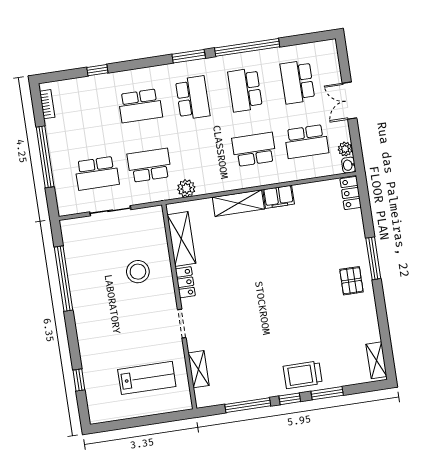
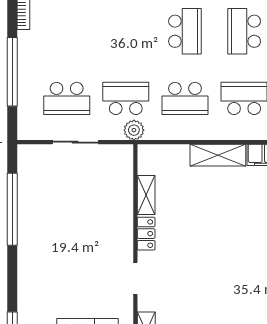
school desk: (140, 106) -> (185, 98), moved
plant: (186, 188) -> (134, 130), moved
shelving: (181, 239) -> (146, 195), width x0.67, depth x0.75
stool: (138, 272) -> (96, 214), removed

